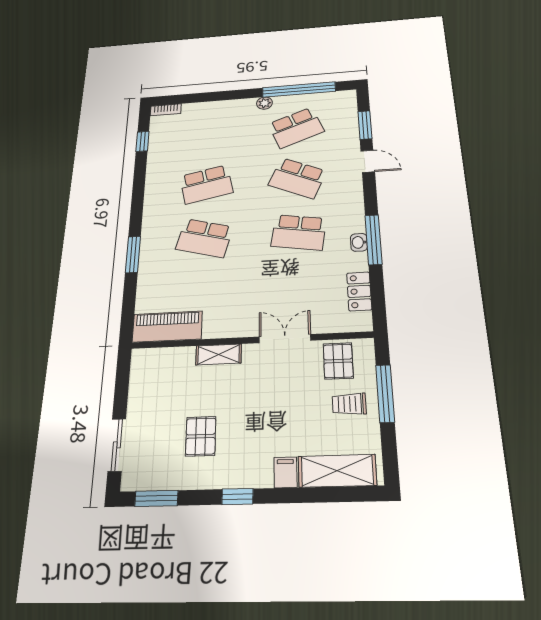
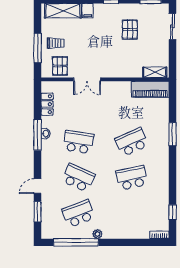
door: (368, 161) -> (38, 186), hinge flipped
school desk: (204, 238) -> (132, 142), turned -39
shelving: (219, 354) -> (155, 72), moved

